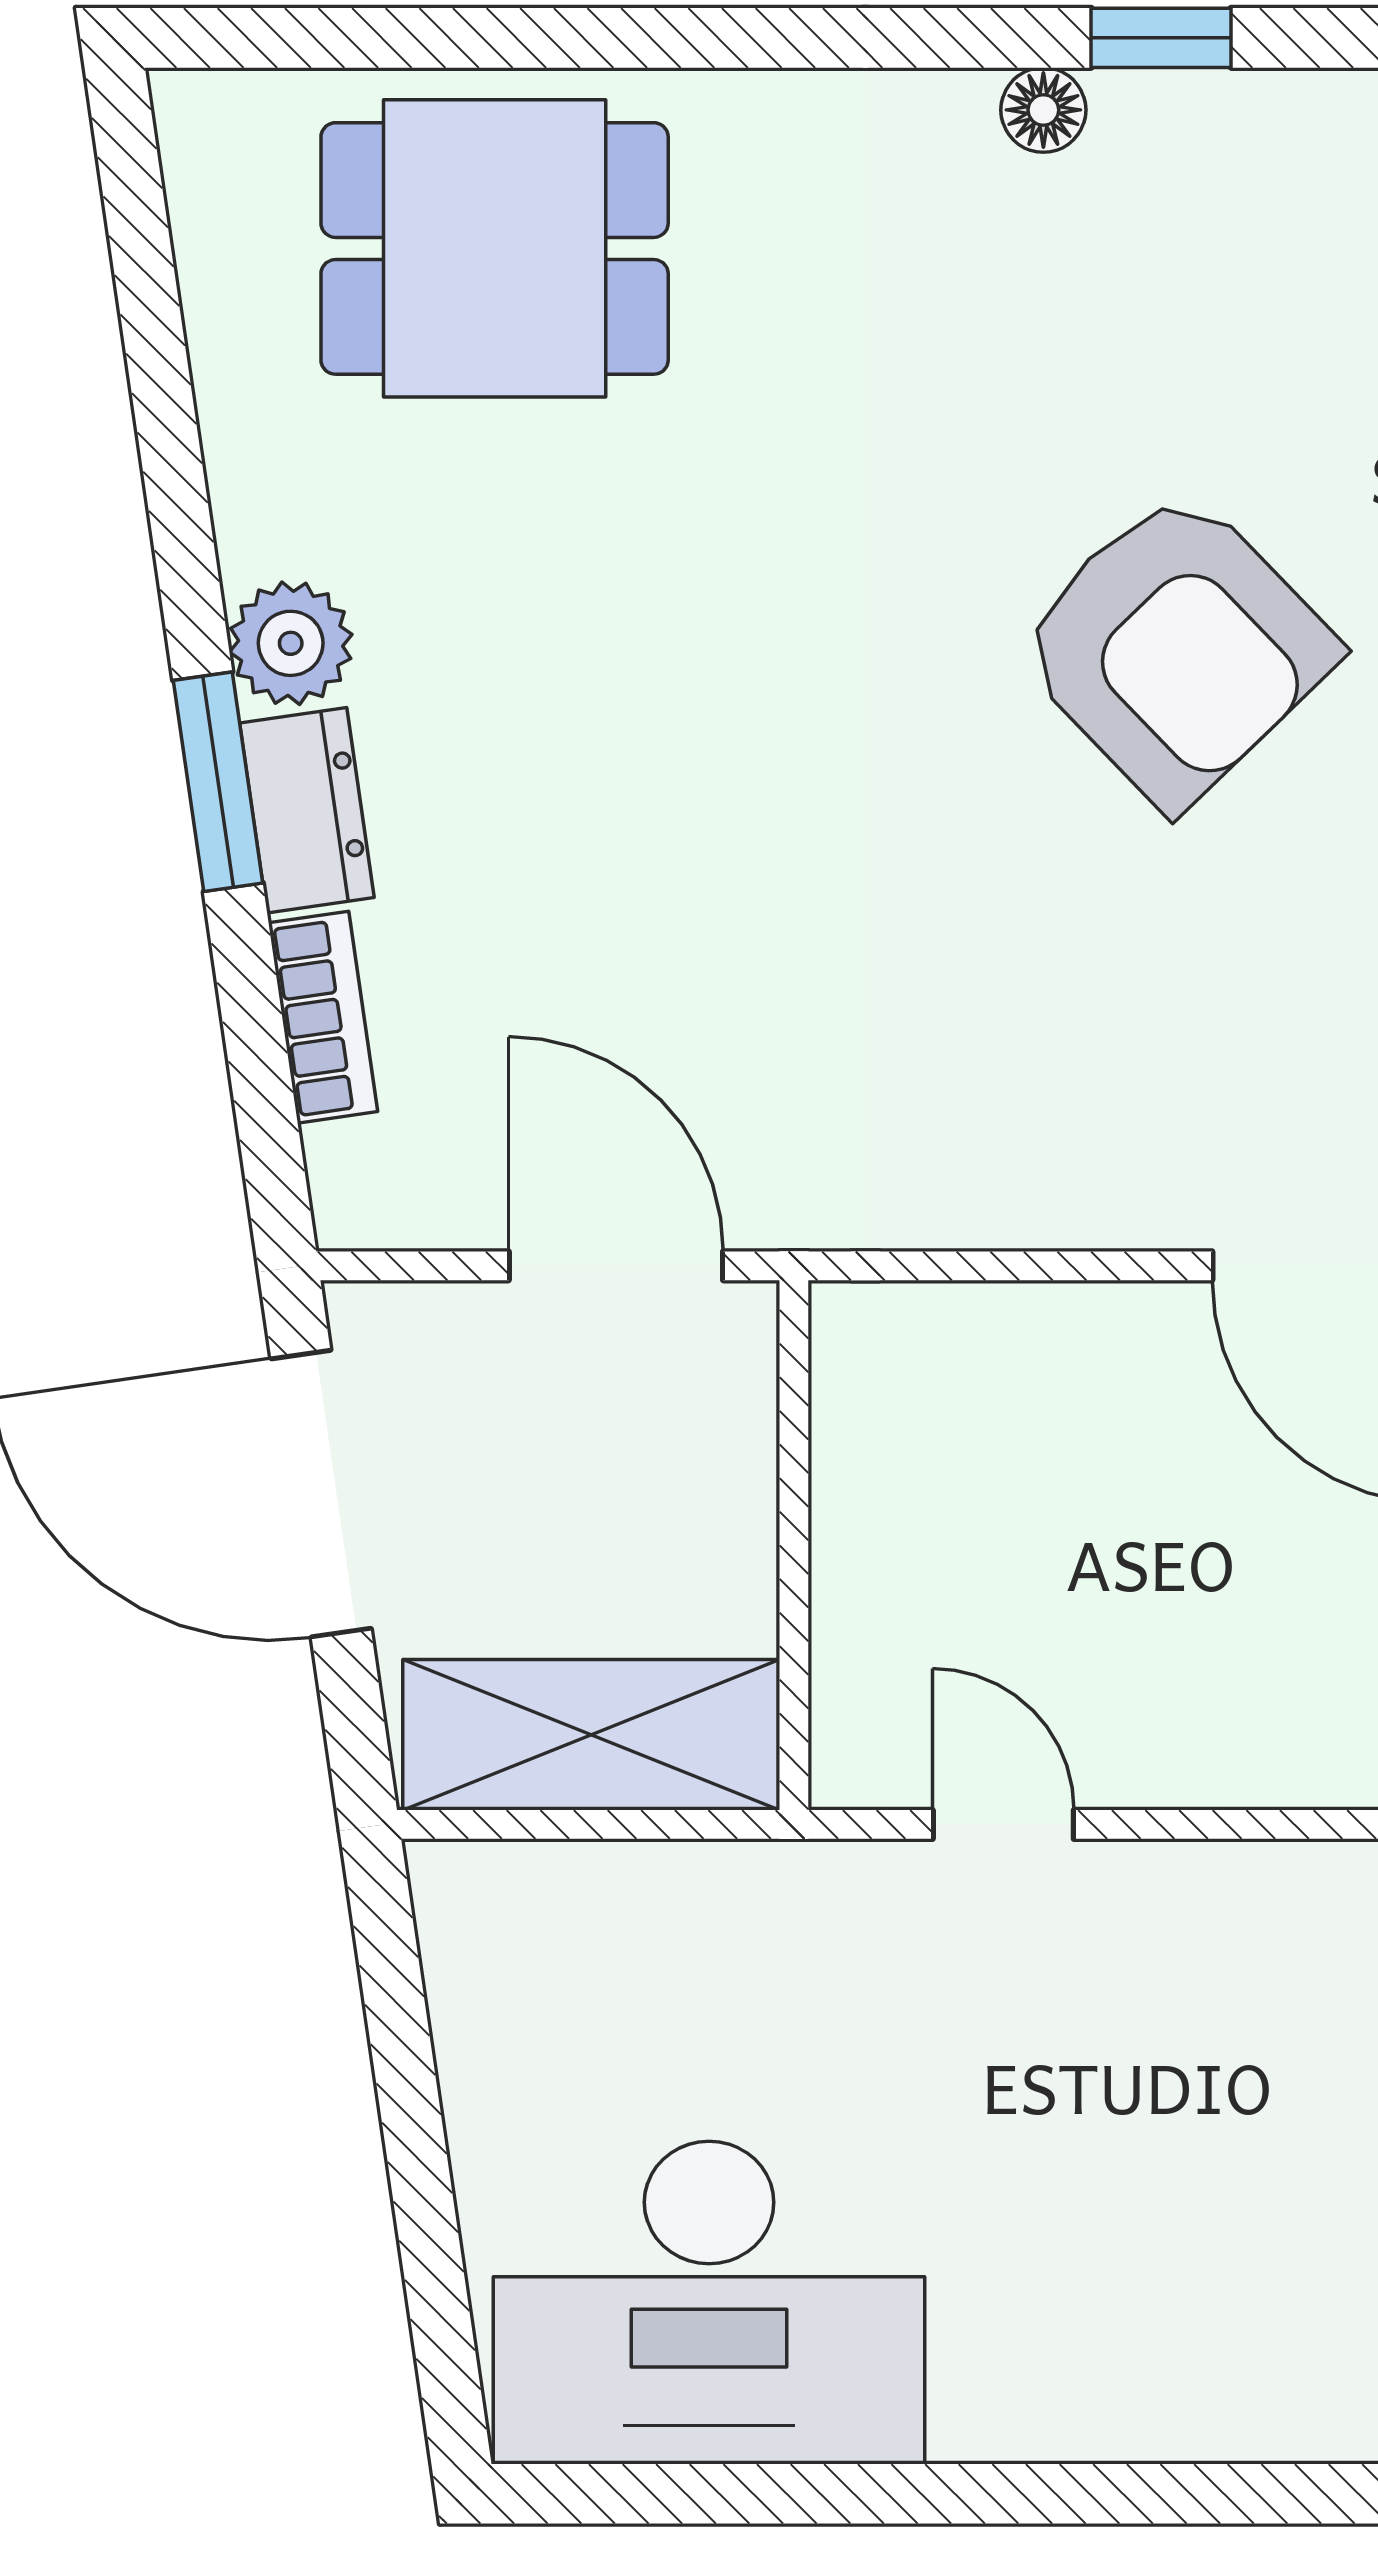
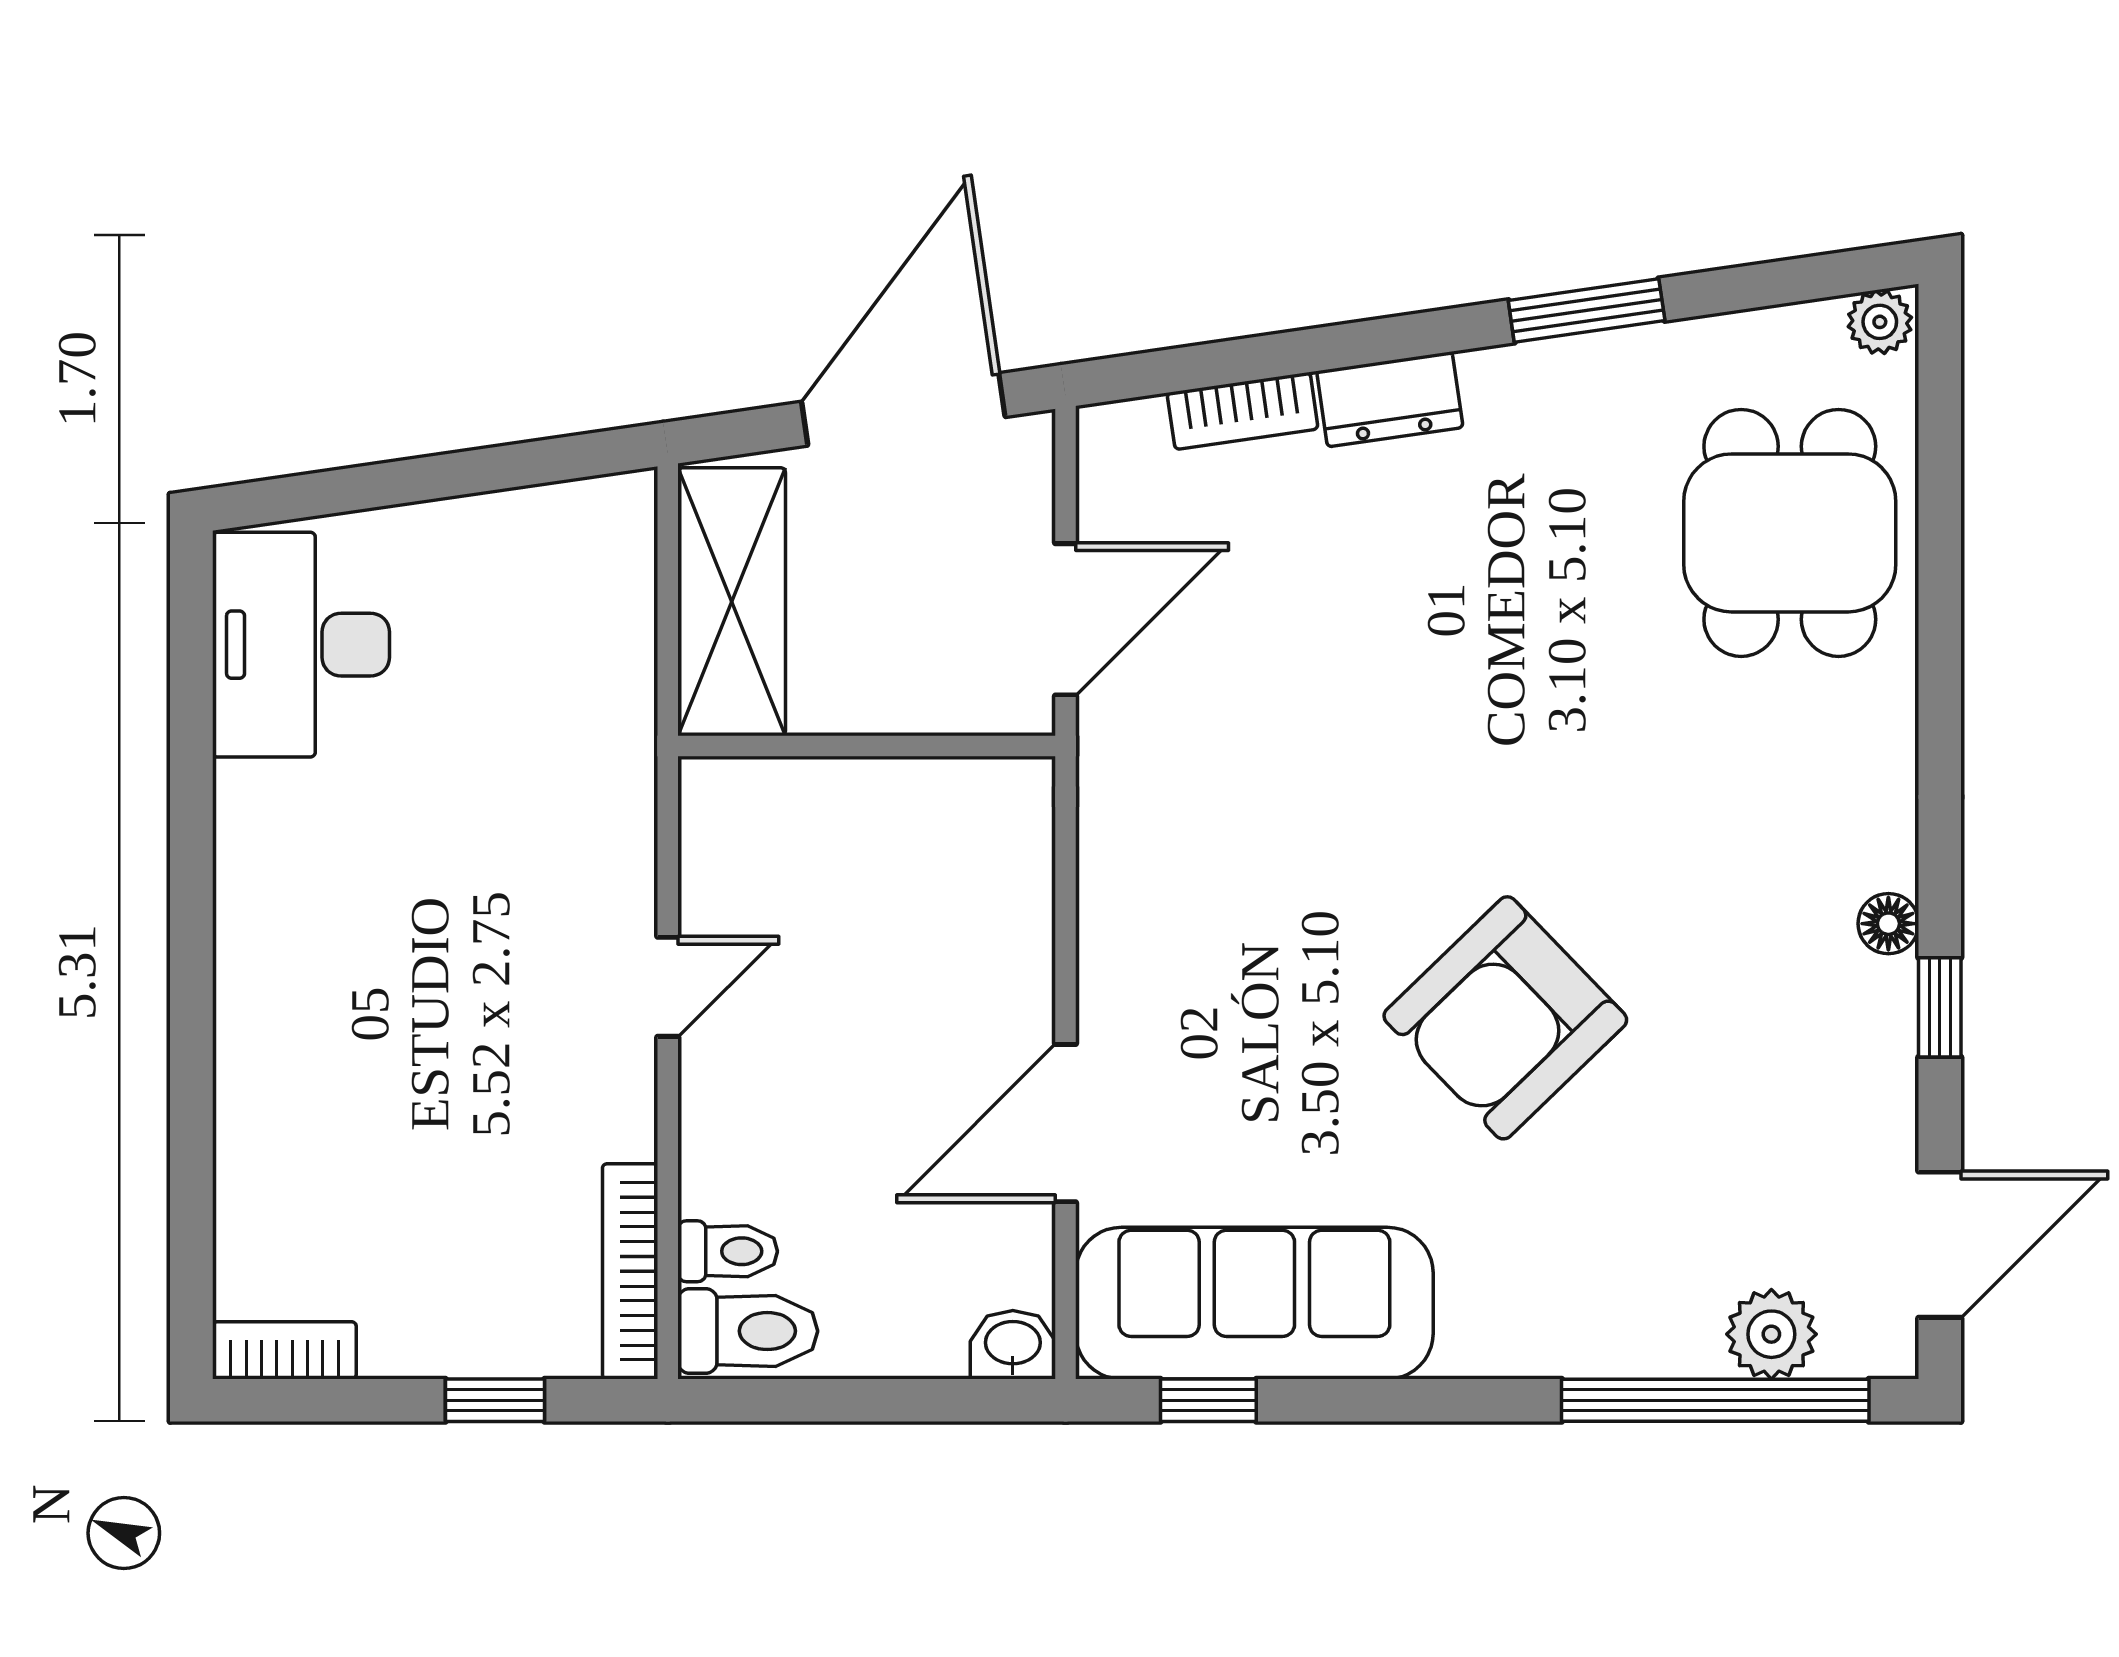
plant: (291, 643) -> (1880, 322), moved, width x0.73, depth x0.73
window: (218, 782) -> (1587, 311), moved
door: (1003, 1824) -> (668, 987), moved
desk: (709, 2303) -> (301, 645), width x0.73, depth x0.77

